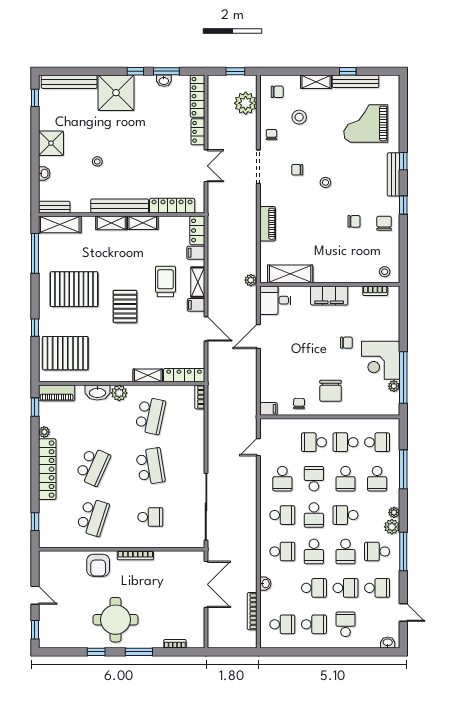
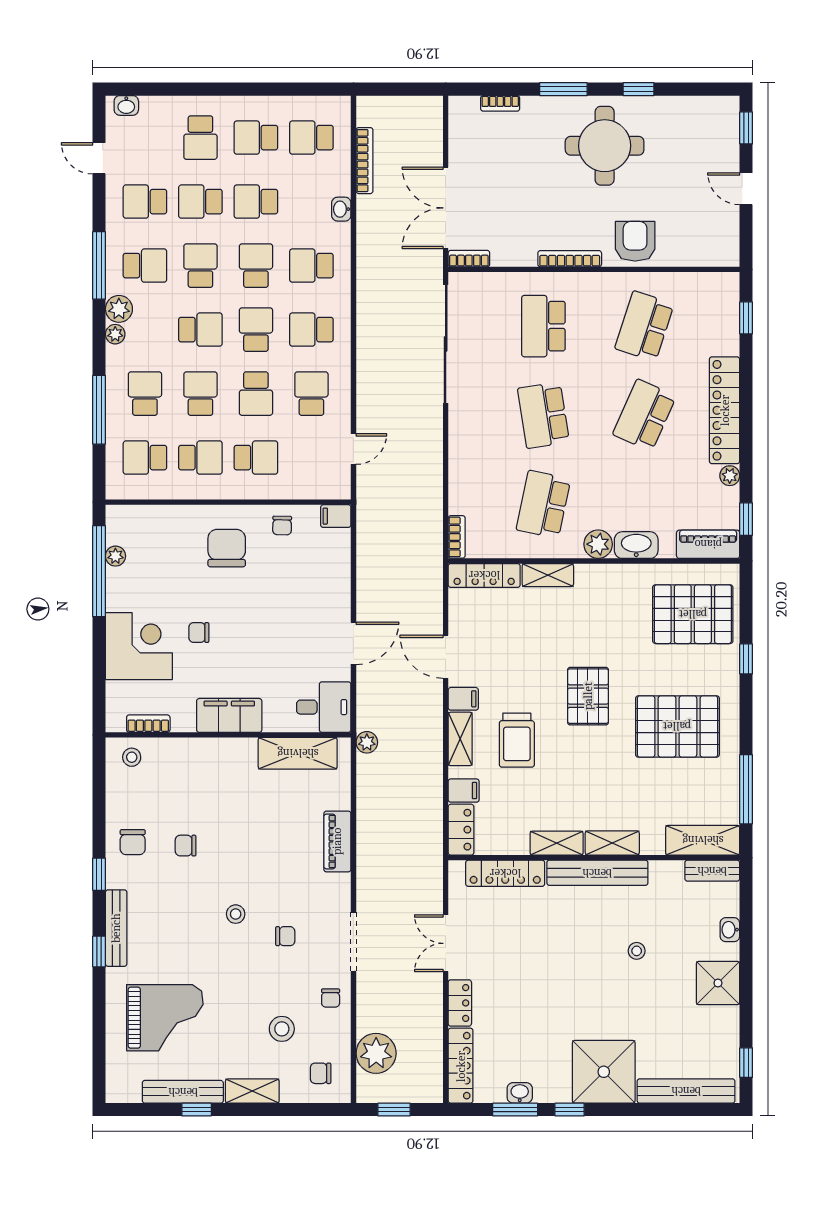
corner desk: (381, 360) -> (139, 646), moved
school desk: (150, 517) -> (543, 326), width x1.85
bookcase: (193, 555) -> (469, 259), added

